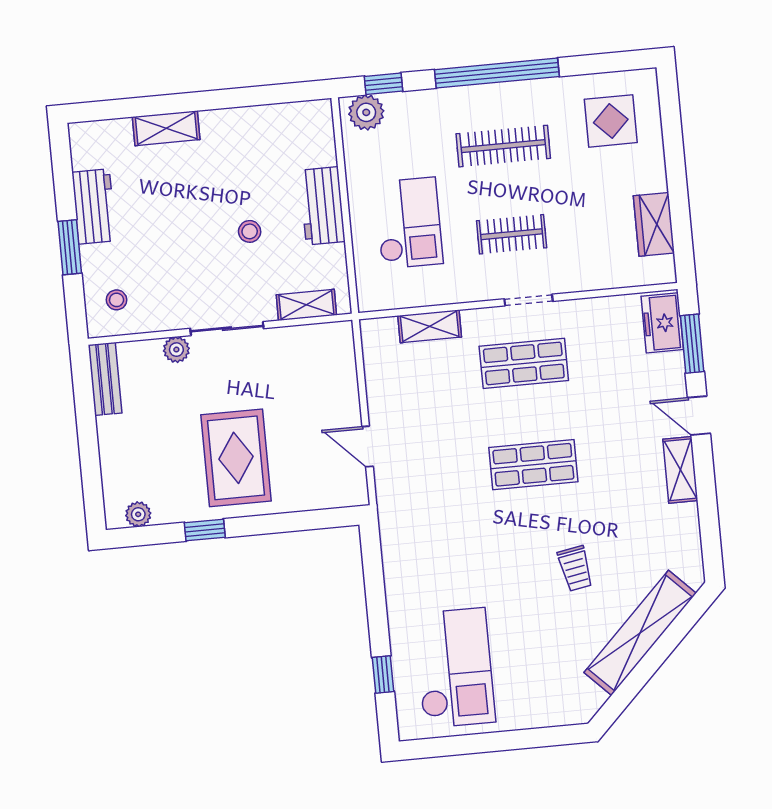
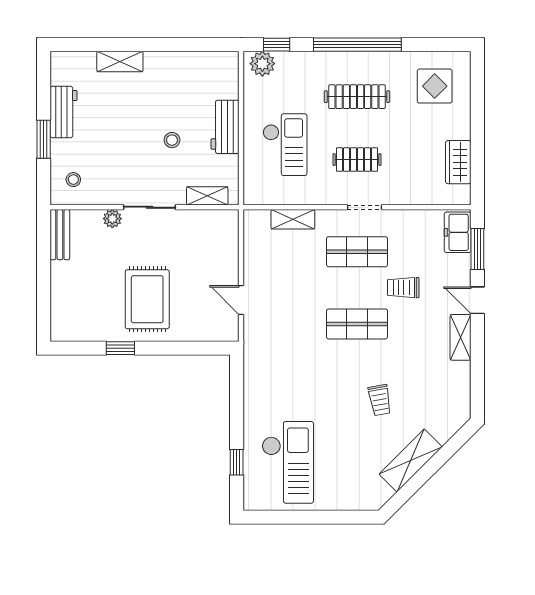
trolley: (593, 408) -> (403, 288), added
plant: (138, 514) -> (74, 333), removed
shelving: (640, 633) -> (411, 461), width x0.68

